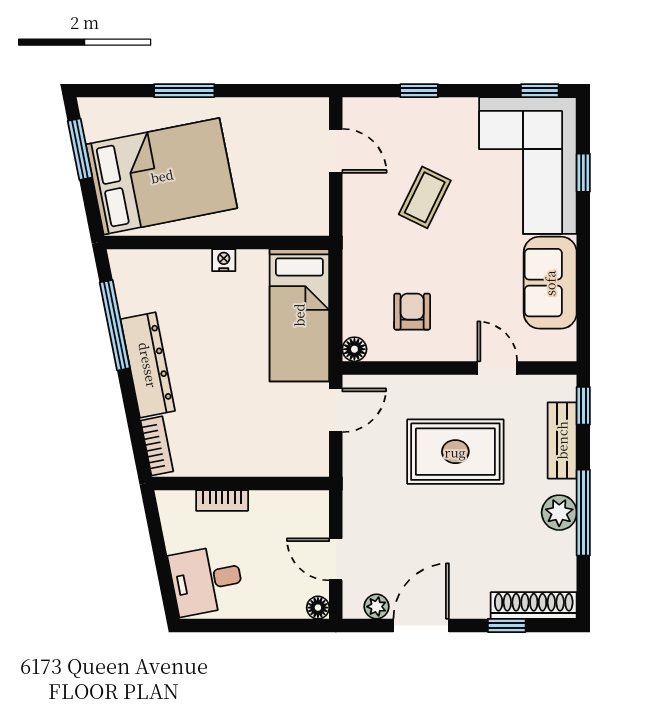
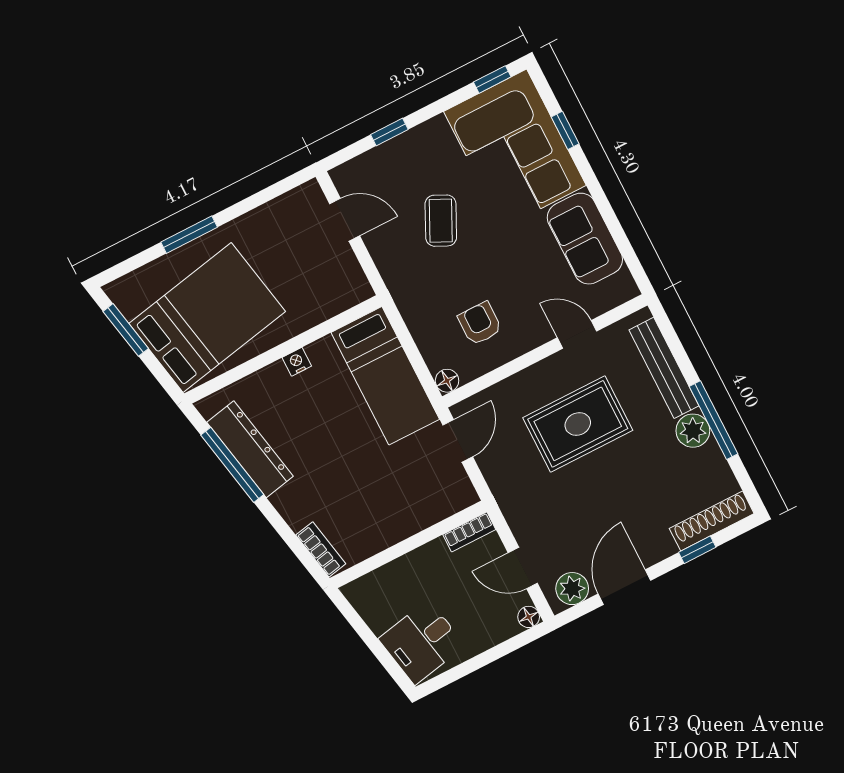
dresser: (148, 365) -> (250, 449), moved
window: (583, 406) -> (667, 329), removed
bench: (562, 440) -> (664, 368), width x1.36
bookcase: (222, 500) -> (469, 532), moved
plant: (376, 607) -> (572, 589), width x1.38, depth x1.38

